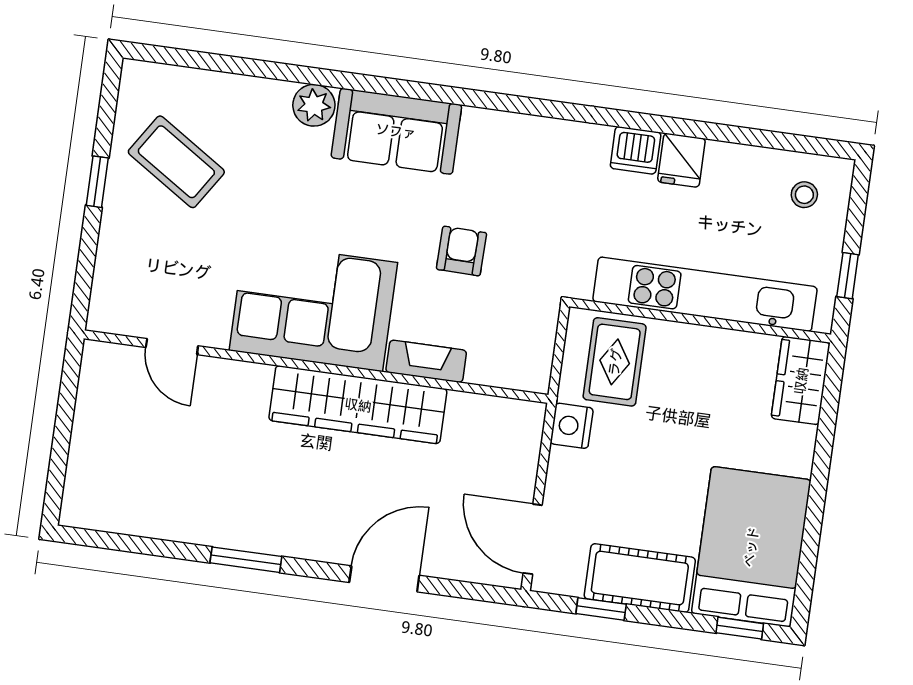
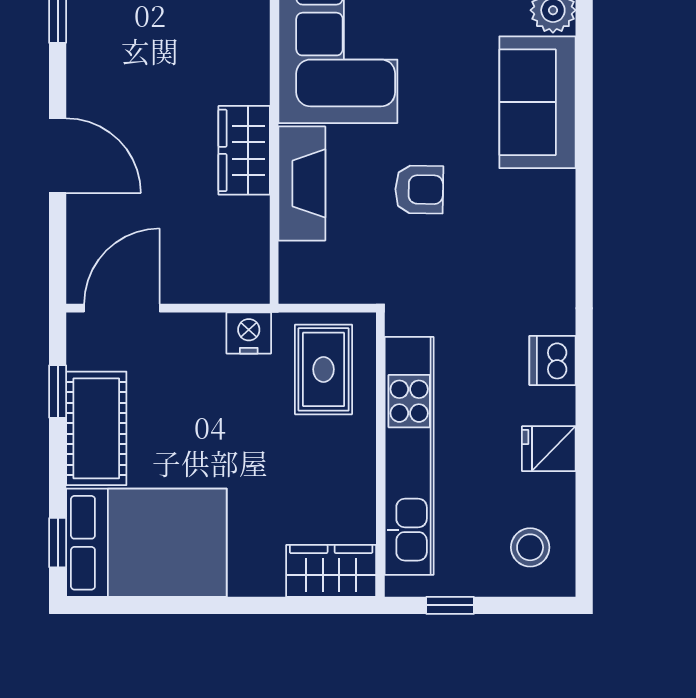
fridge: (681, 160) -> (549, 449), moved
stool: (804, 195) -> (530, 547), width x1.37, depth x1.37
fireplace: (426, 361) -> (302, 183), width x1.37, depth x1.32
rug: (615, 362) -> (323, 369), turned 90
wardrobe: (358, 405) -> (244, 150), width x0.48, depth x0.85

